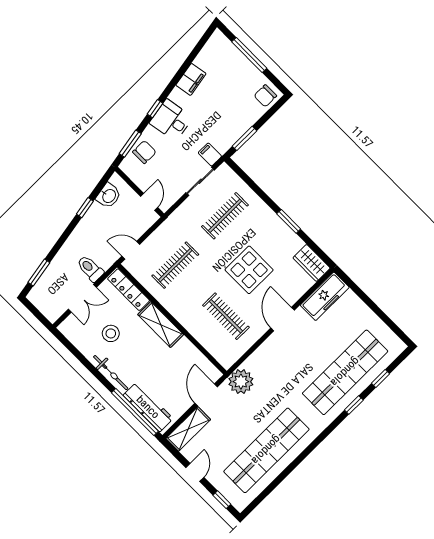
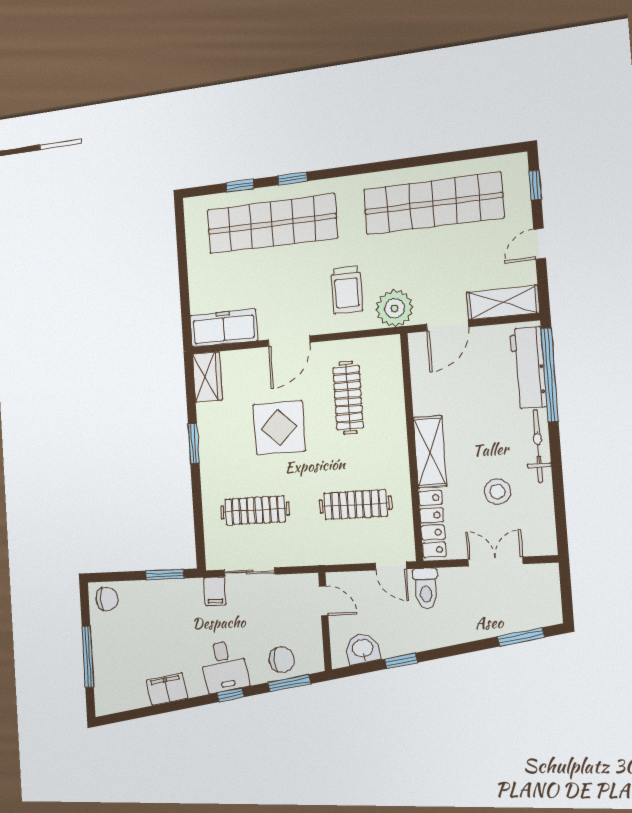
chair: (144, 152) -> (282, 660), turned 180
door: (149, 202) -> (324, 601), swing flipped
toilet: (90, 268) -> (426, 588), moved
trolley: (274, 371) -> (347, 290), added

